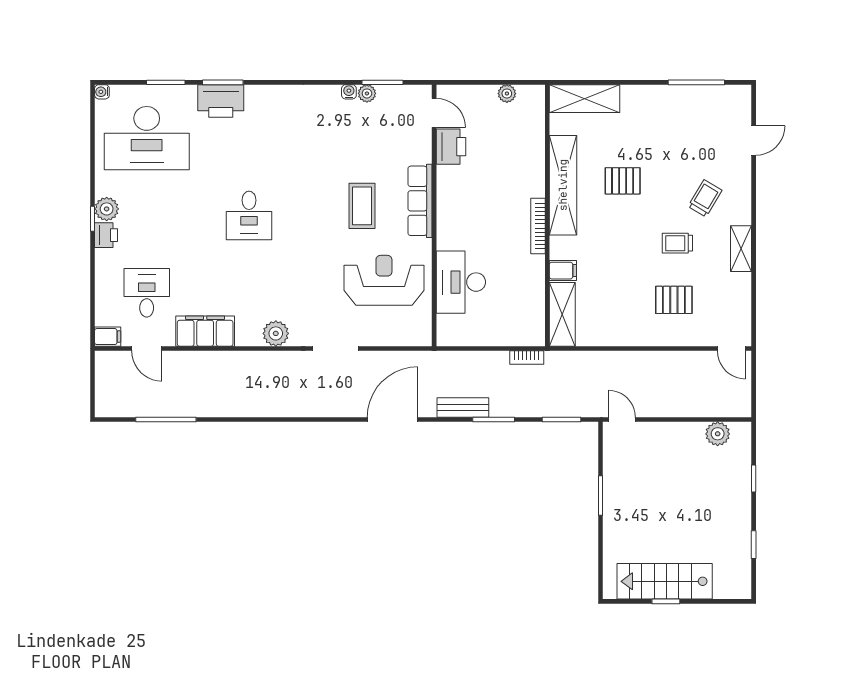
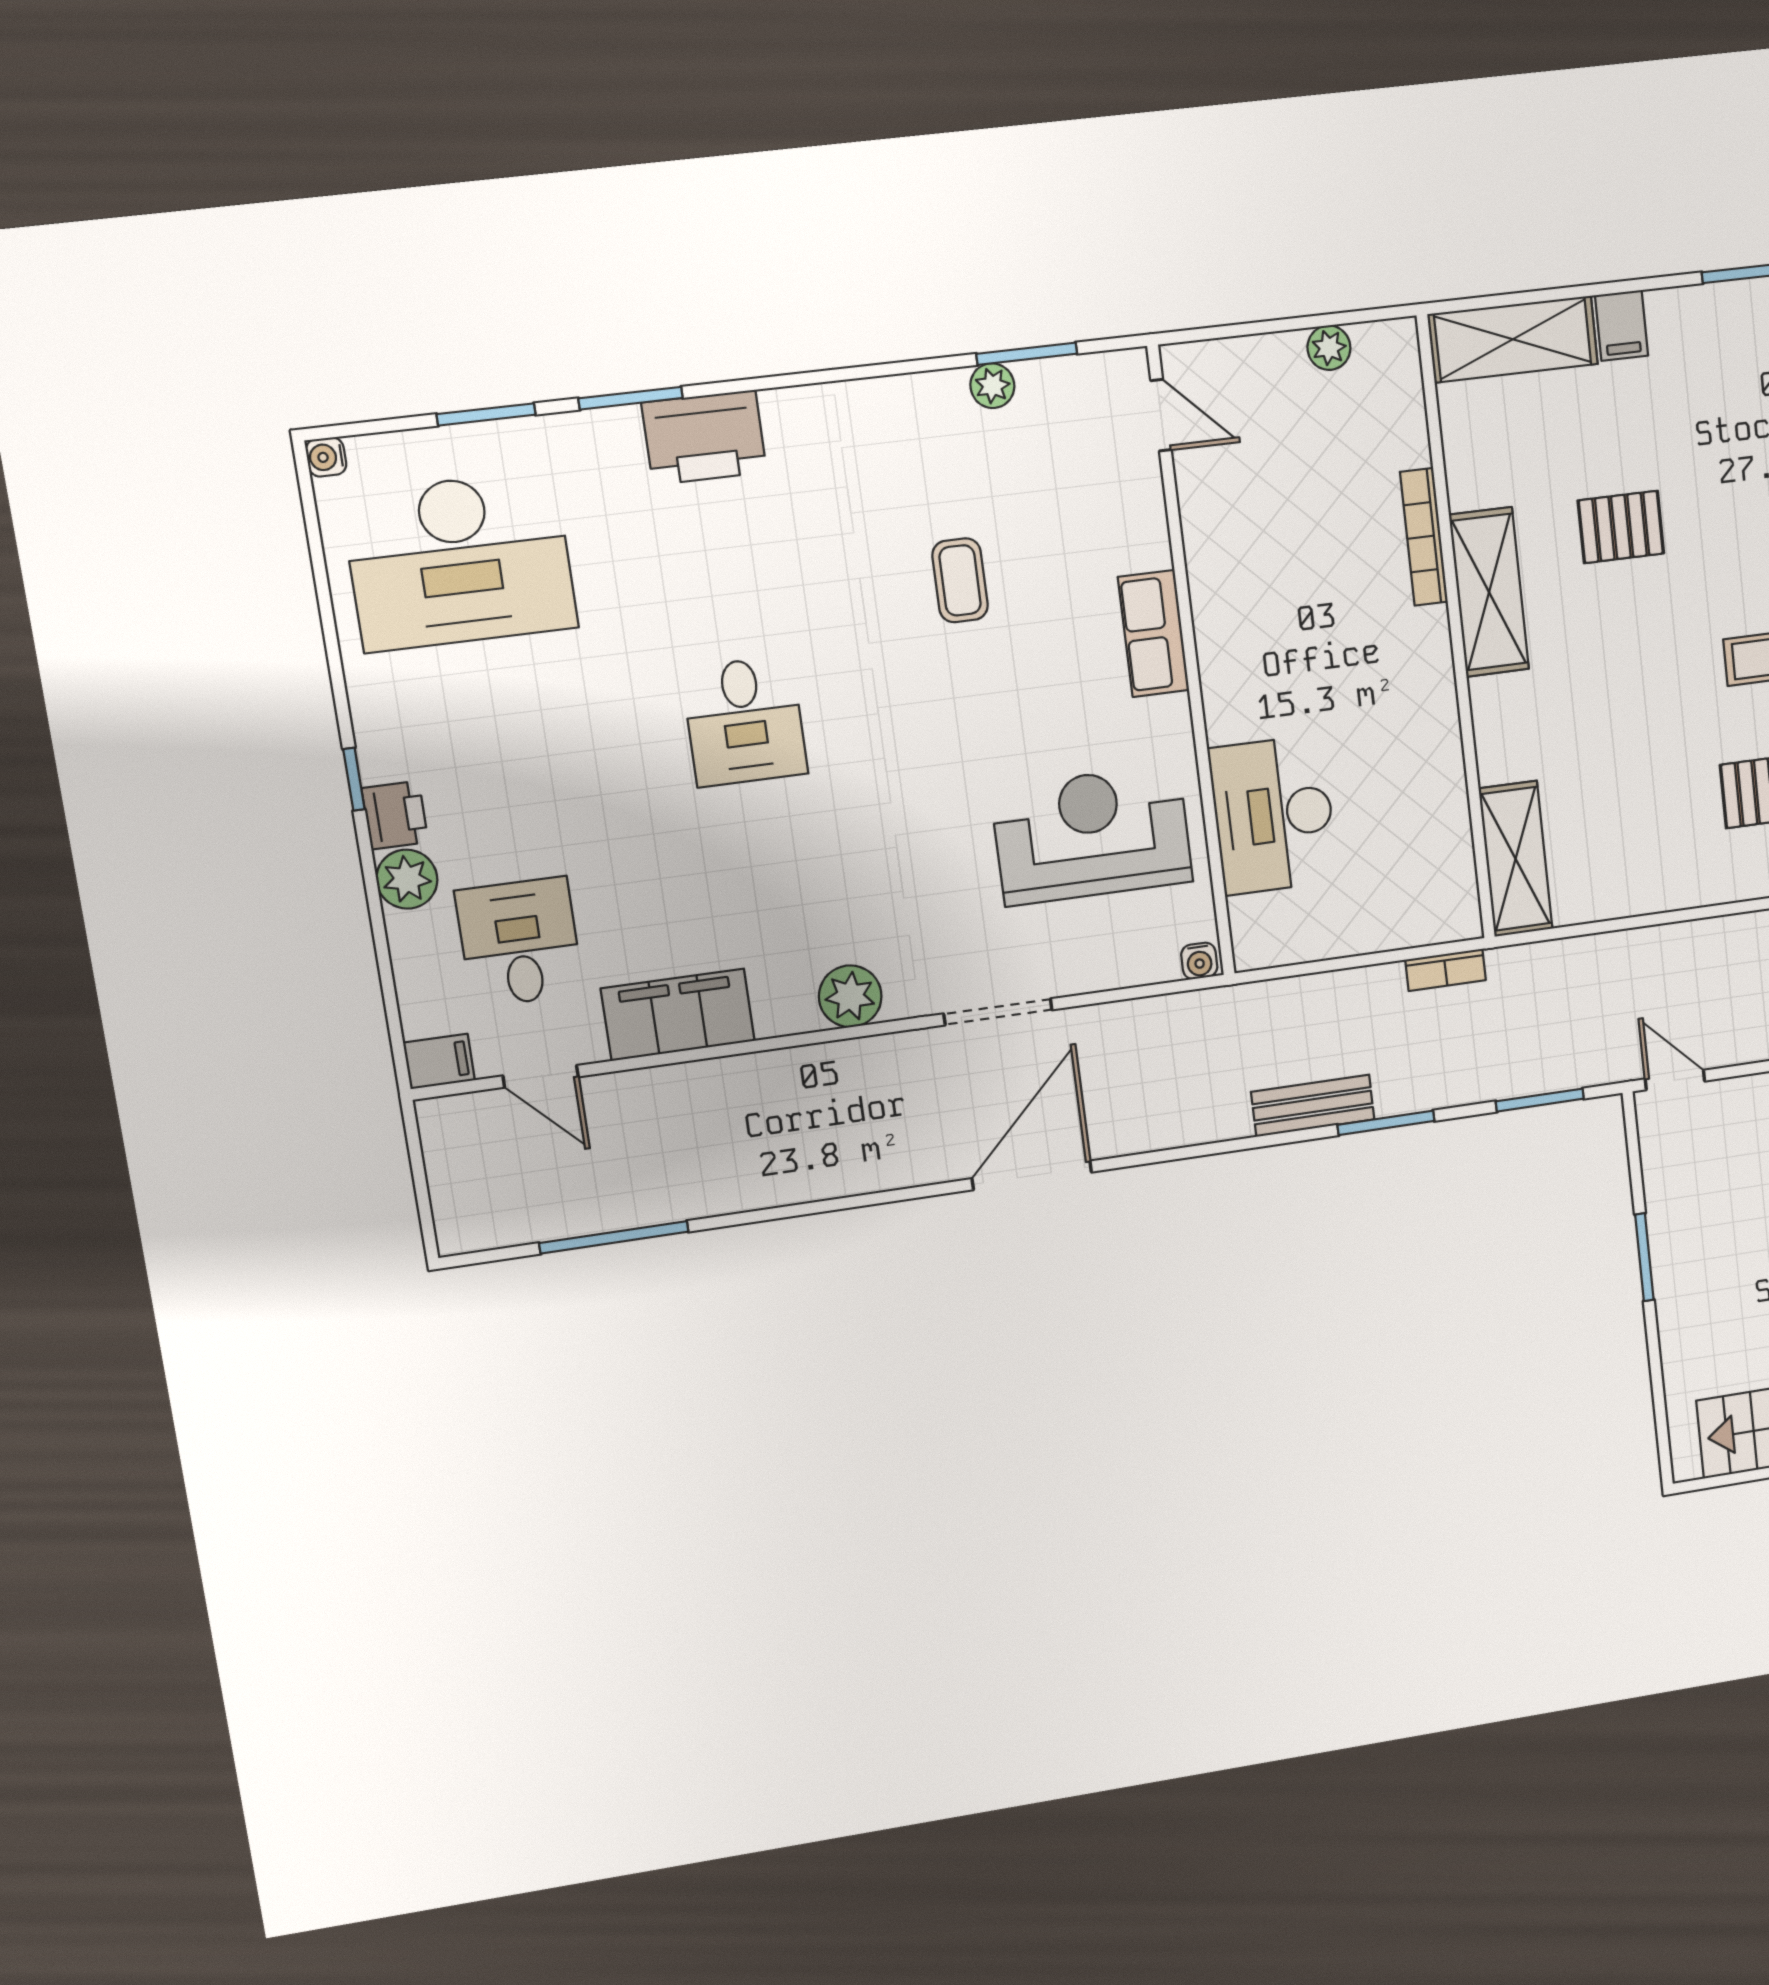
water cooler: (349, 92) -> (1199, 961), moved, turned 180
printer: (221, 101) -> (704, 438), moved
printer: (451, 147) -> (1211, 493), removed
shelving: (563, 185) -> (1489, 592), width x0.68
row of seats: (420, 201) -> (1154, 634), width x0.68
coffee table: (362, 206) -> (960, 580), moved, width x0.73, depth x0.77
plant: (107, 209) -> (407, 879), moved
bookcase: (538, 226) -> (1424, 537), moved
filing cabinet: (563, 271) -> (1622, 326), moved, turned 90
door: (393, 419) -> (1032, 1175), moved

